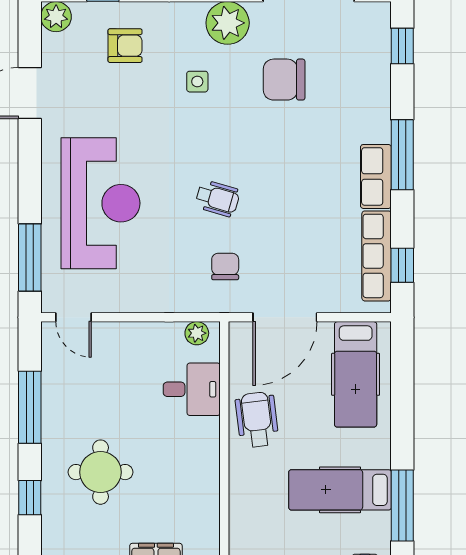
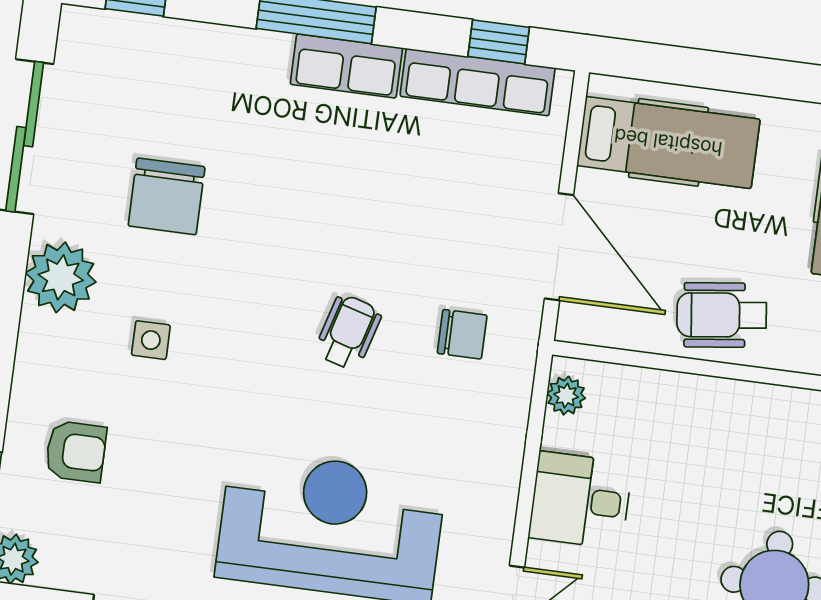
armchair: (125, 46) -> (76, 452), turned 90
chair: (225, 266) -> (462, 334), turned 180
desk: (192, 389) -> (580, 500), moved, turned -90

